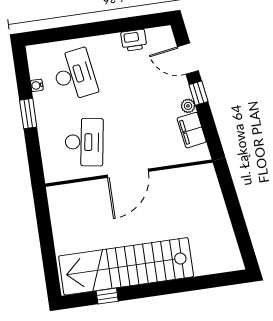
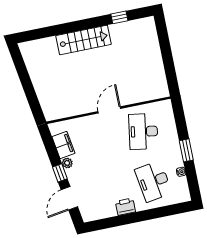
printer: (134, 40) -> (125, 207), moved
door: (188, 59) -> (69, 198), swing flipped
door: (128, 173) -> (109, 110), width x0.73
stairs: (126, 266) -> (83, 40), width x0.54, depth x0.66

